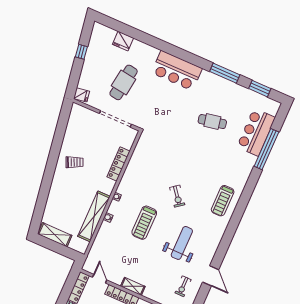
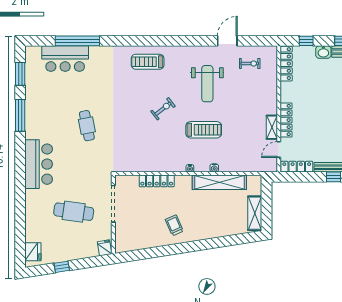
fridge: (123, 41) -> (33, 252), moved
cafe table: (212, 122) -> (87, 126), moved
treadmill: (223, 201) -> (148, 62), turned 180
weight bench: (182, 243) -> (207, 84), turned -90
shelving: (133, 286) -> (272, 127), moved

